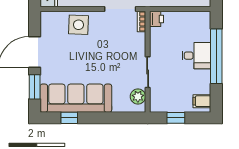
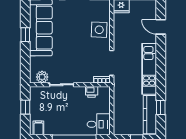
printer: (157, 19) -> (92, 92), moved
desk: (196, 56) -> (99, 124), moved, turned -90
window: (69, 118) -> (25, 35), moved

